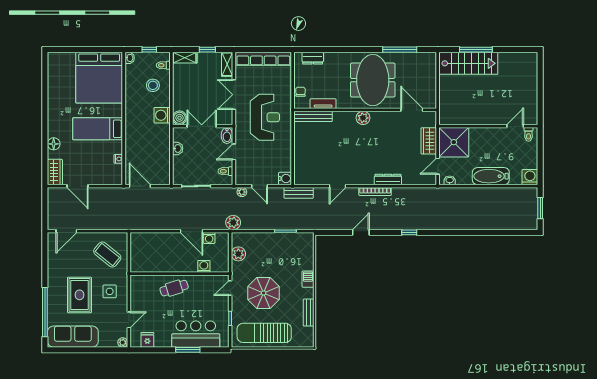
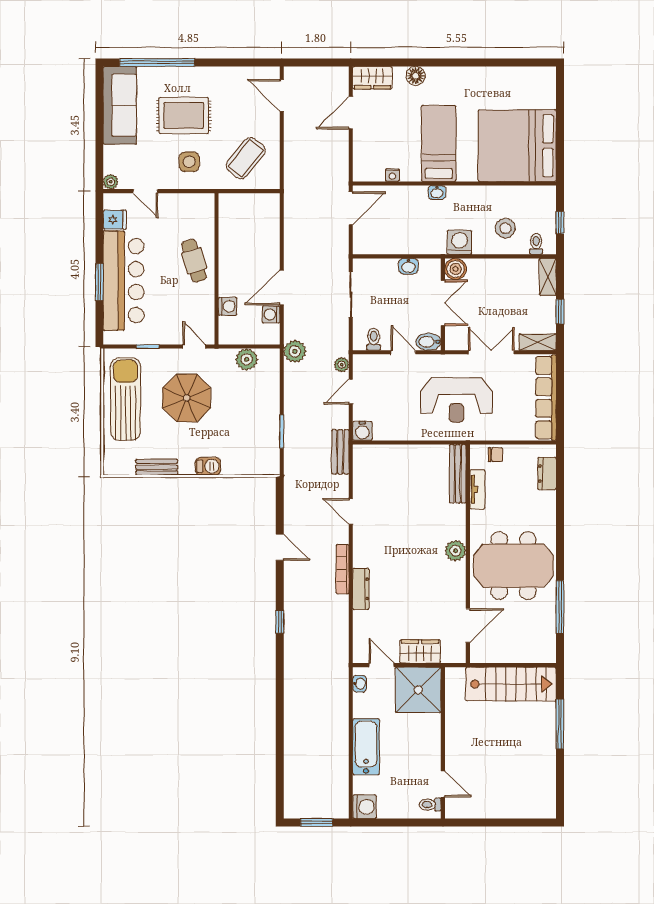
washbasin: (130, 58) -> (437, 192), moved
stairs: (468, 63) -> (511, 684), moved, turned -90
bar counter: (196, 334) -> (124, 281), width x1.36

